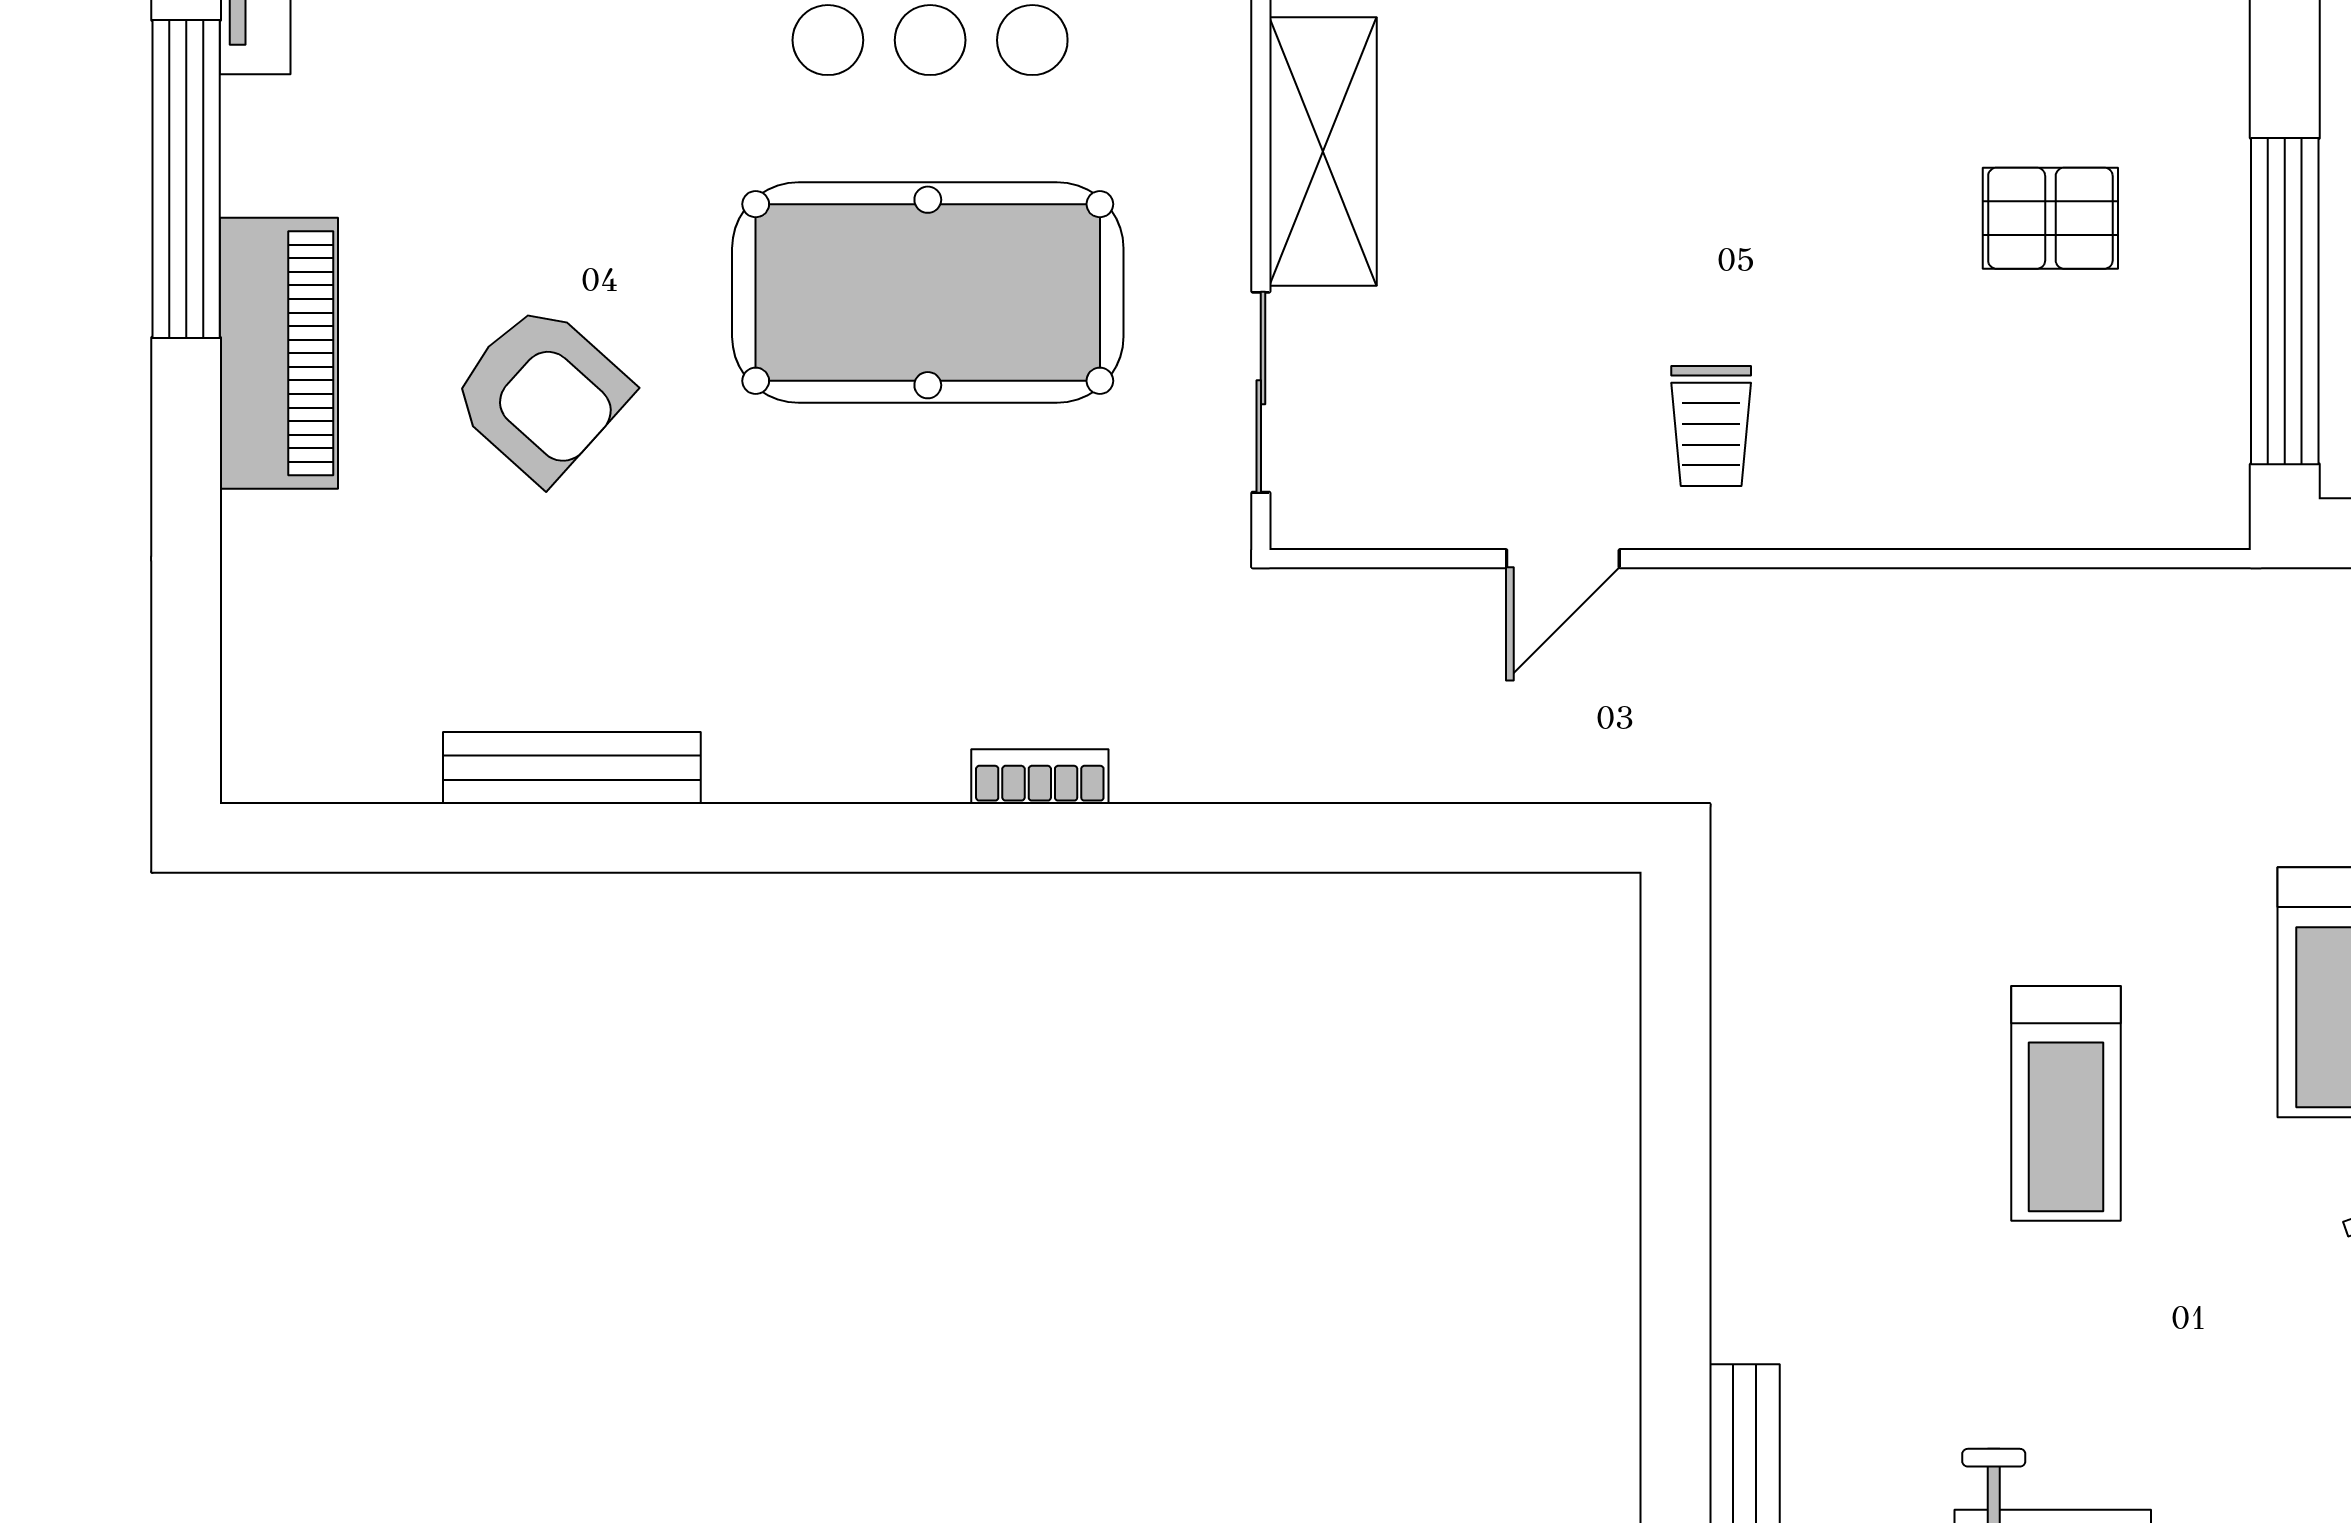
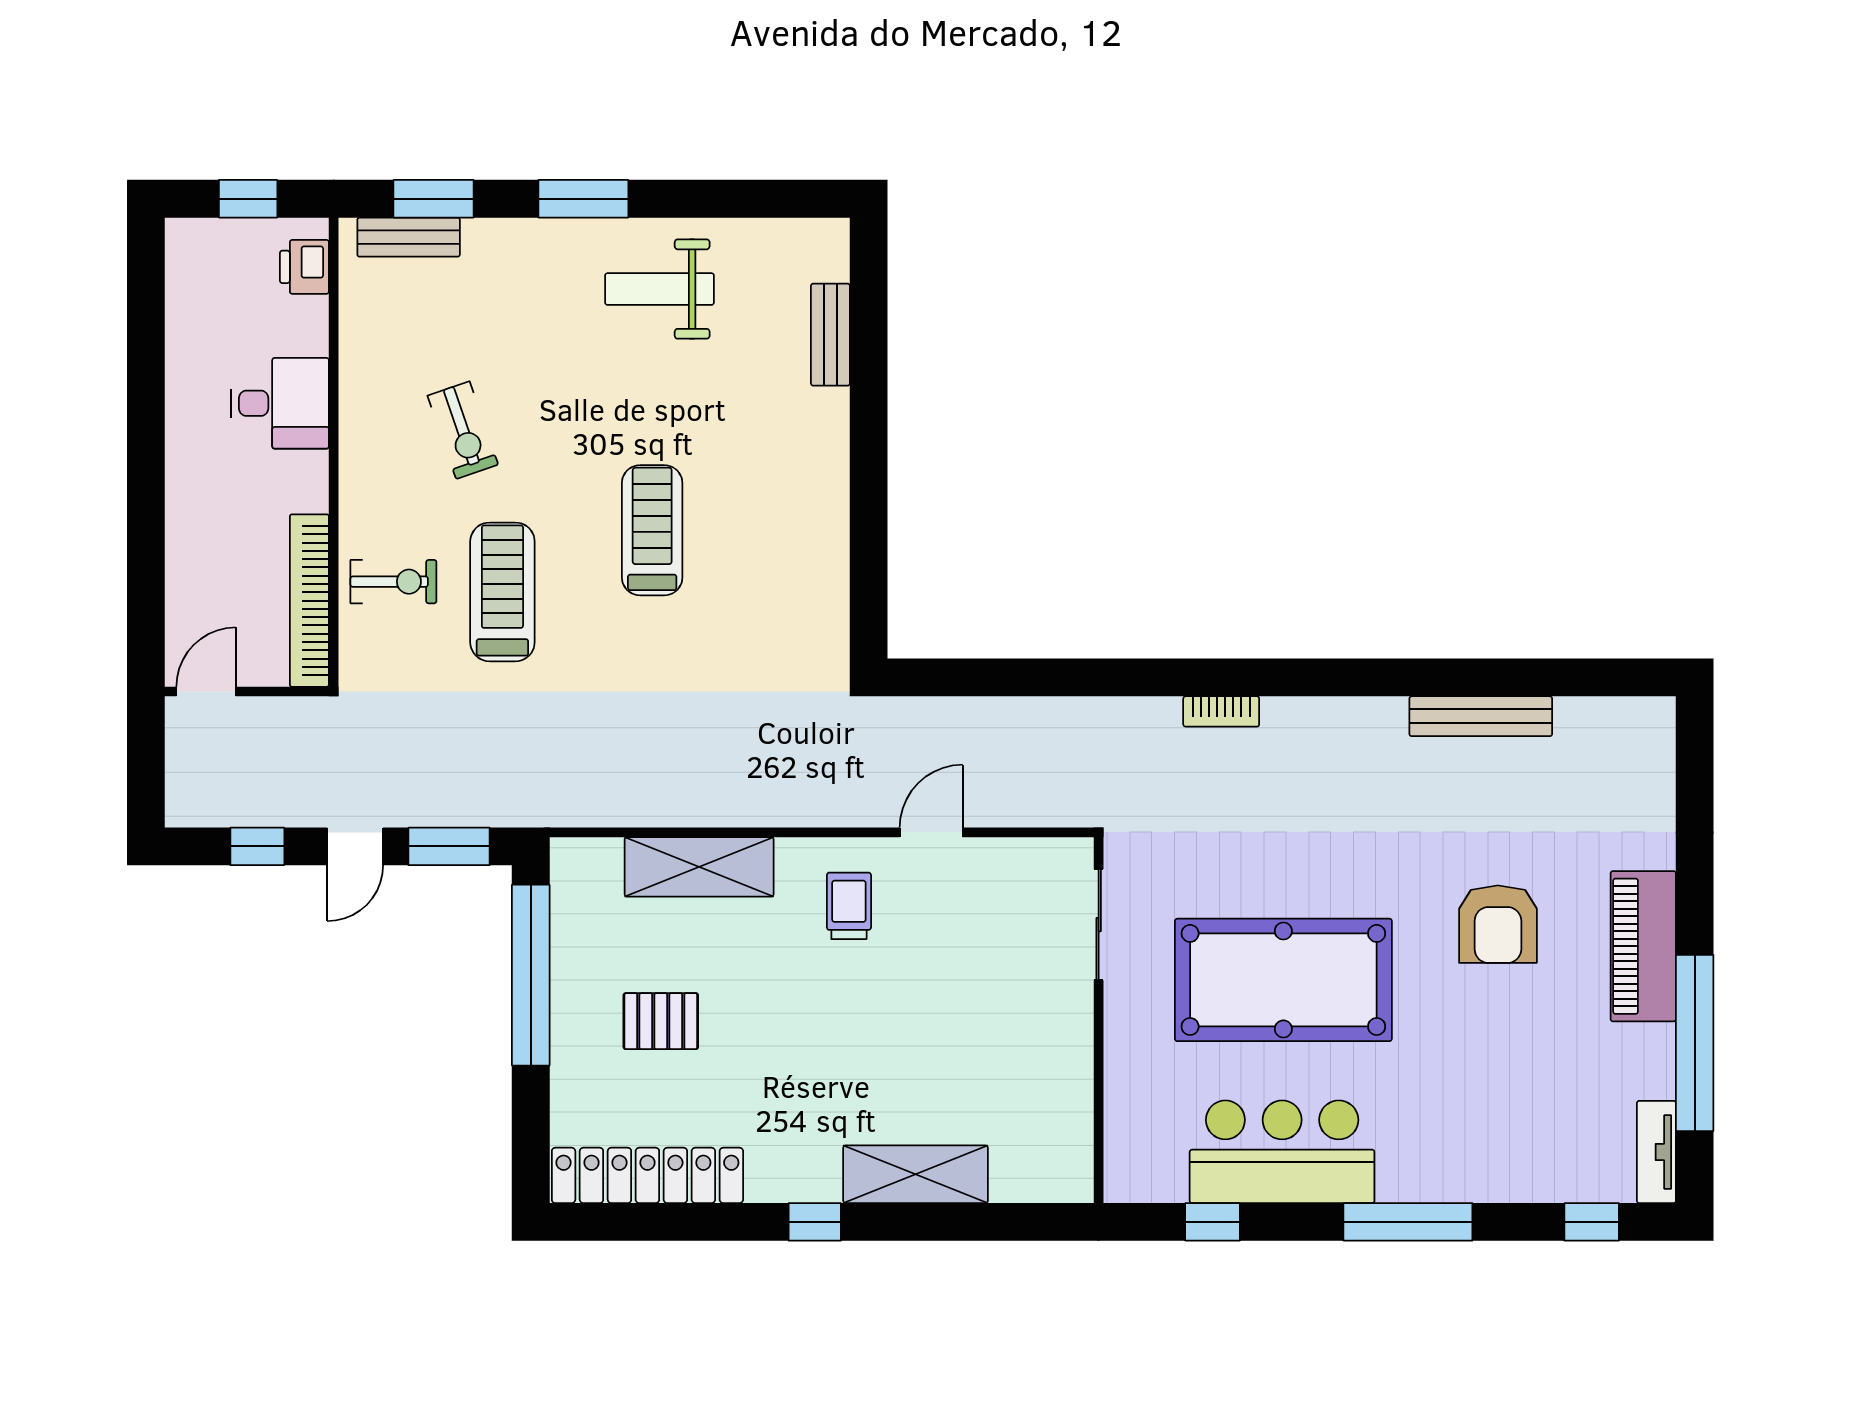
shelving: (1323, 152) -> (699, 867), moved, turned 90
armchair: (541, 393) -> (1498, 924), turned -132

